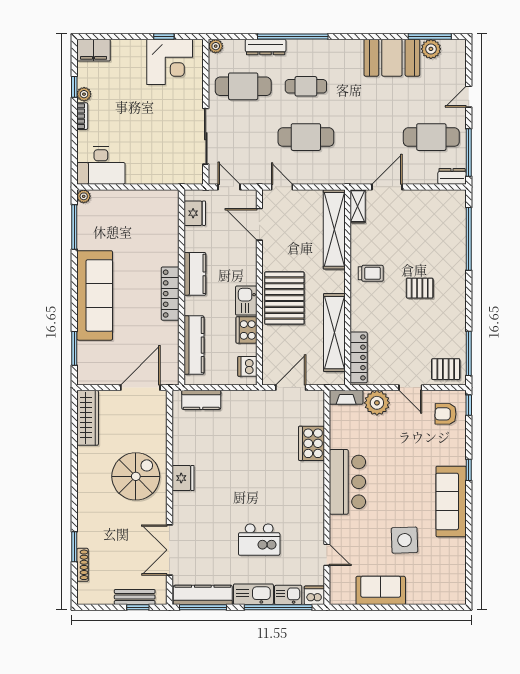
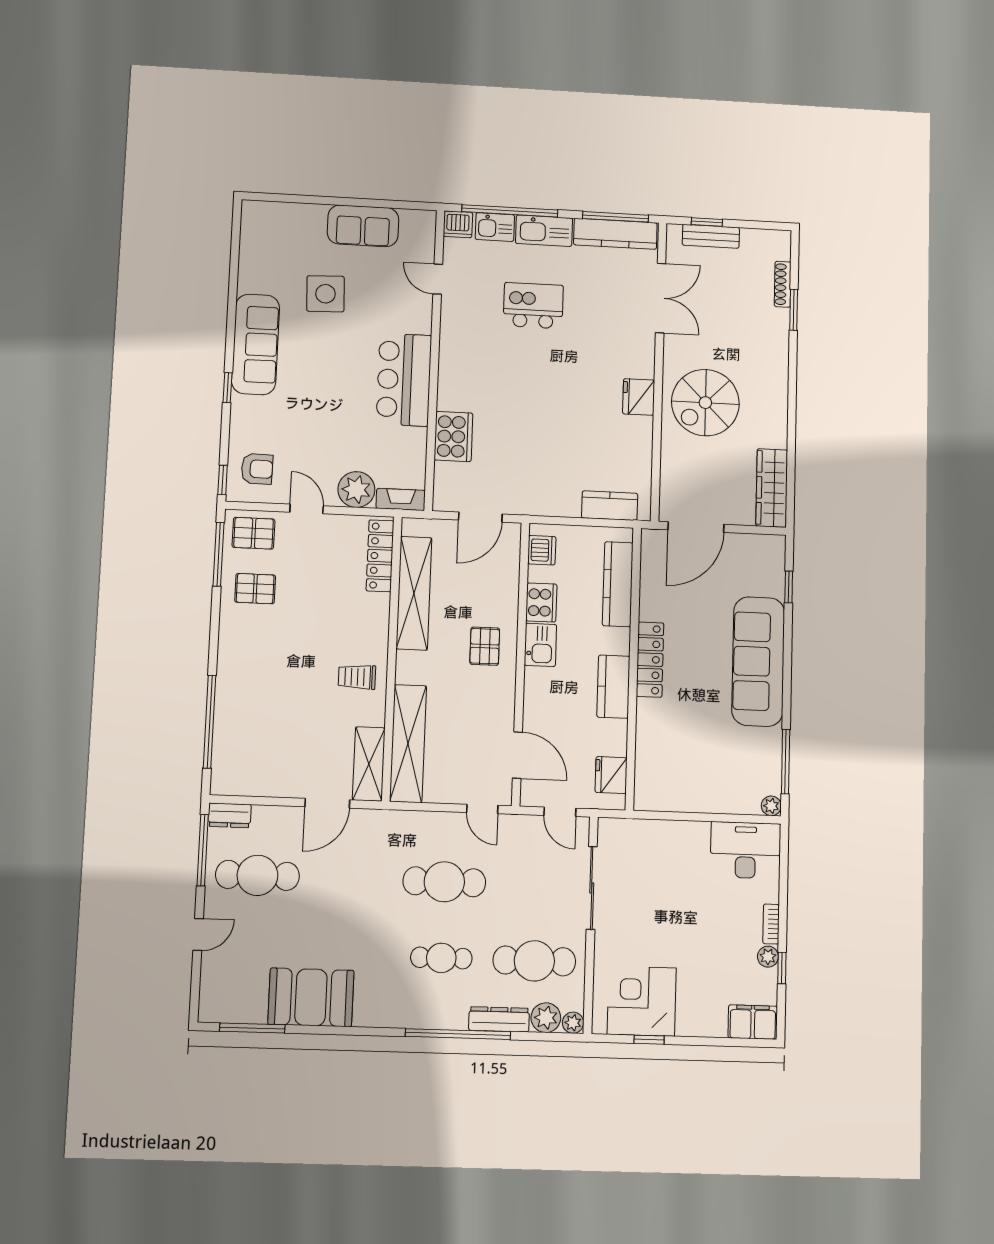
plant: (431, 49) -> (546, 1018), moved
shelving: (358, 206) -> (369, 764), width x1.50, depth x1.33
pallet: (420, 288) -> (255, 589), moved
pallet: (284, 298) -> (485, 646), width x0.49, depth x0.50
window: (74, 348) -> (789, 587), width x0.67

